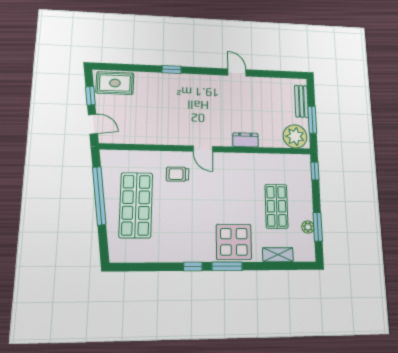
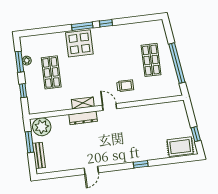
door: (237, 72) -> (91, 170), hinge flipped
door: (93, 124) -> (190, 113), removed
dresser: (246, 140) -> (83, 118), width x1.44
window: (315, 171) -> (23, 91), moved
shop shelf: (136, 205) -> (151, 60), width x0.70, depth x0.74
shelving: (278, 255) -> (83, 103), moved

